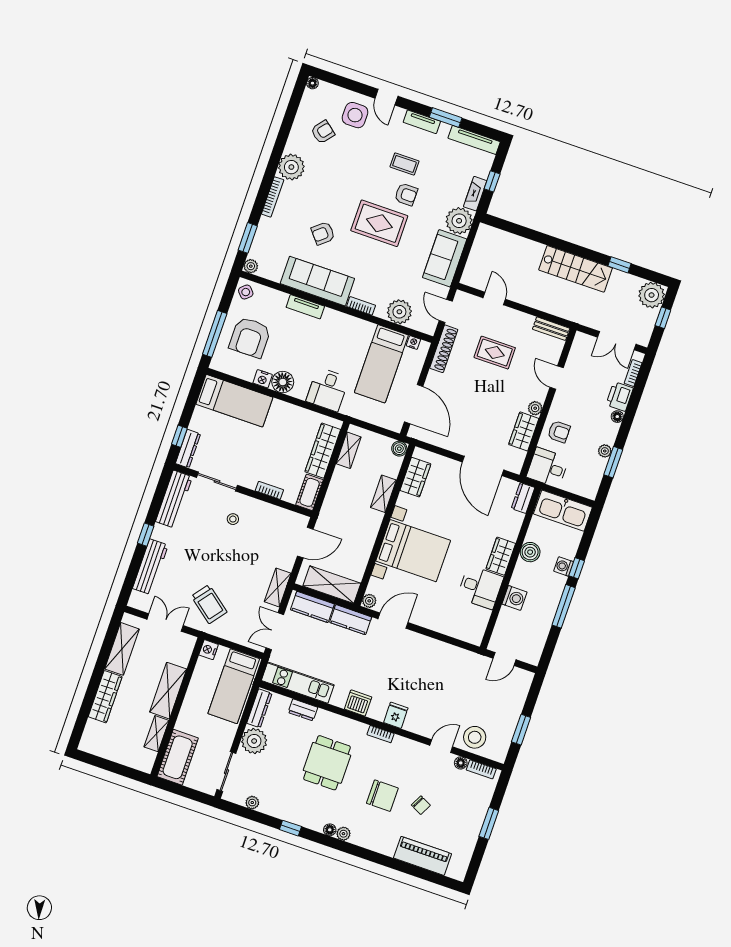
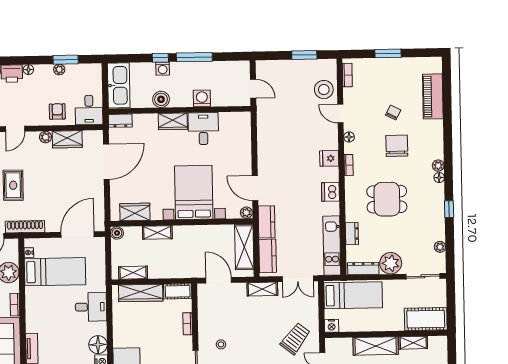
floor lamp: (461, 763) -> (349, 137), moved

